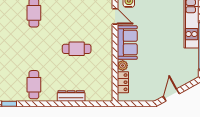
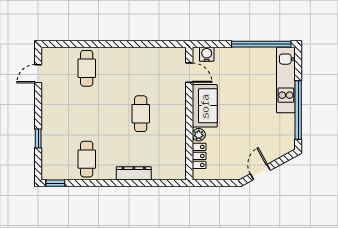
cafe table: (77, 49) -> (141, 114), turned 90

